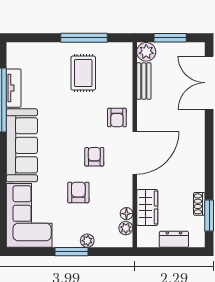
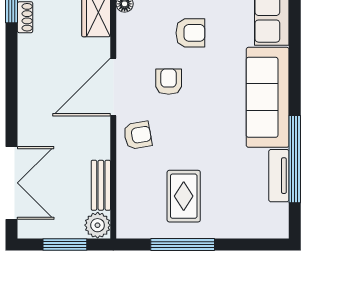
armchair: (117, 118) -> (138, 135), turned 80
armchair: (94, 157) -> (169, 82), turned 180
armchair: (78, 192) -> (190, 33), turned -90

